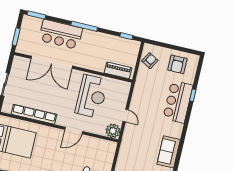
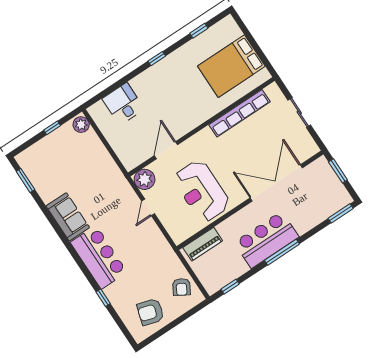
bar counter: (61, 34) -> (267, 240), moved
armchair: (177, 64) -> (150, 312), turned -73
bar counter: (178, 102) -> (99, 257), moved
door: (125, 116) -> (148, 207), hinge flipped
door: (74, 131) -> (166, 150), moved

